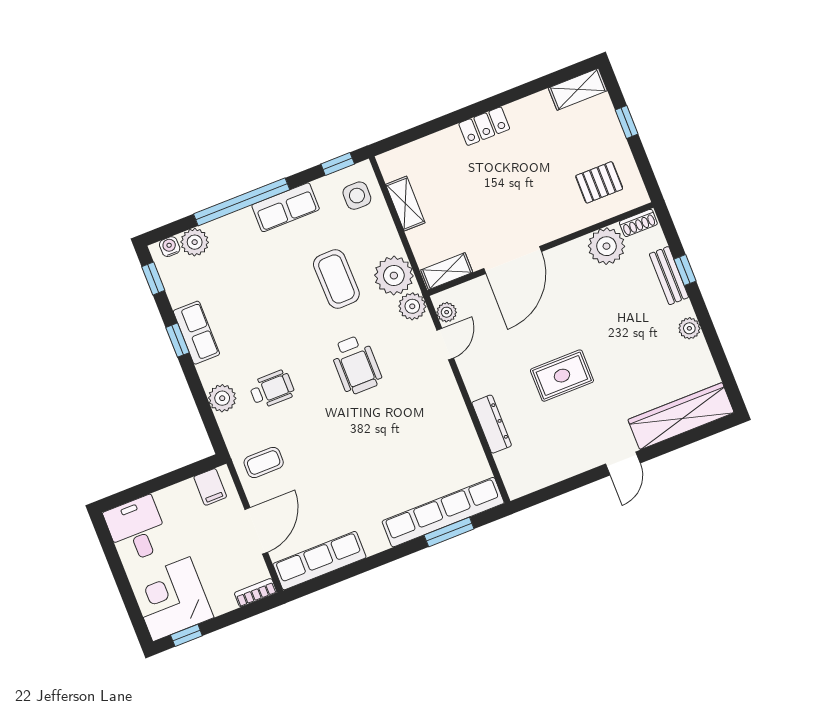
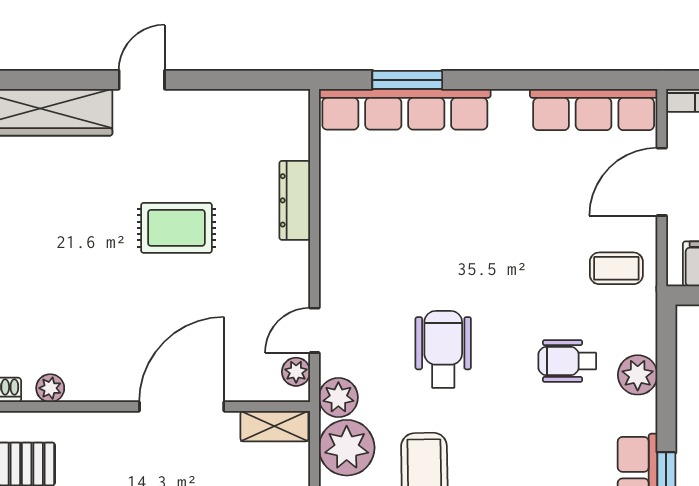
plant: (606, 246) -> (50, 388), width x0.53, depth x0.53

